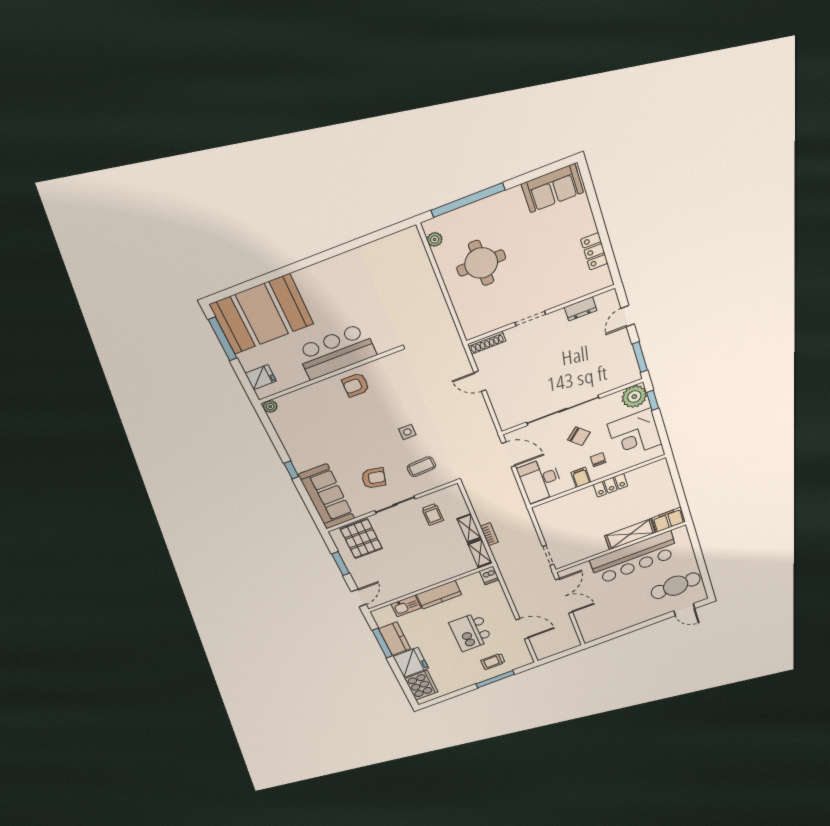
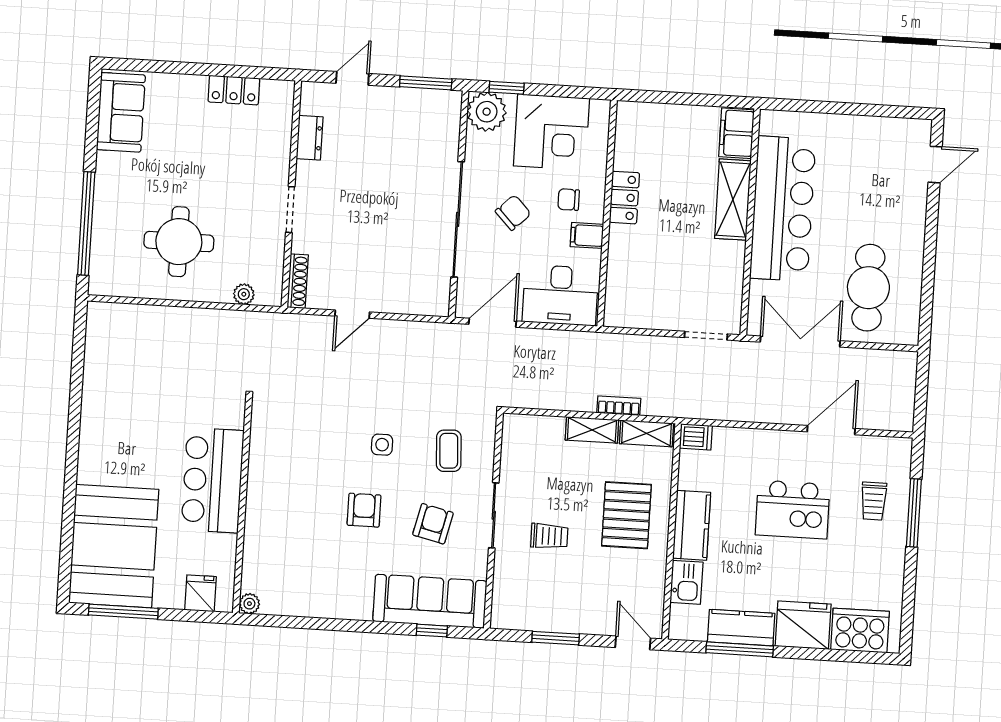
plant: (435, 239) -> (244, 294), moved
door: (628, 316) -> (352, 78), swing flipped
armchair: (356, 385) -> (364, 510), moved, turned 180
window: (291, 470) -> (432, 631), moved
trolley: (433, 514) -> (549, 536), moved
pallet: (361, 539) -> (626, 515), moved, turned 90
cafe table: (676, 586) -> (868, 288), moved

